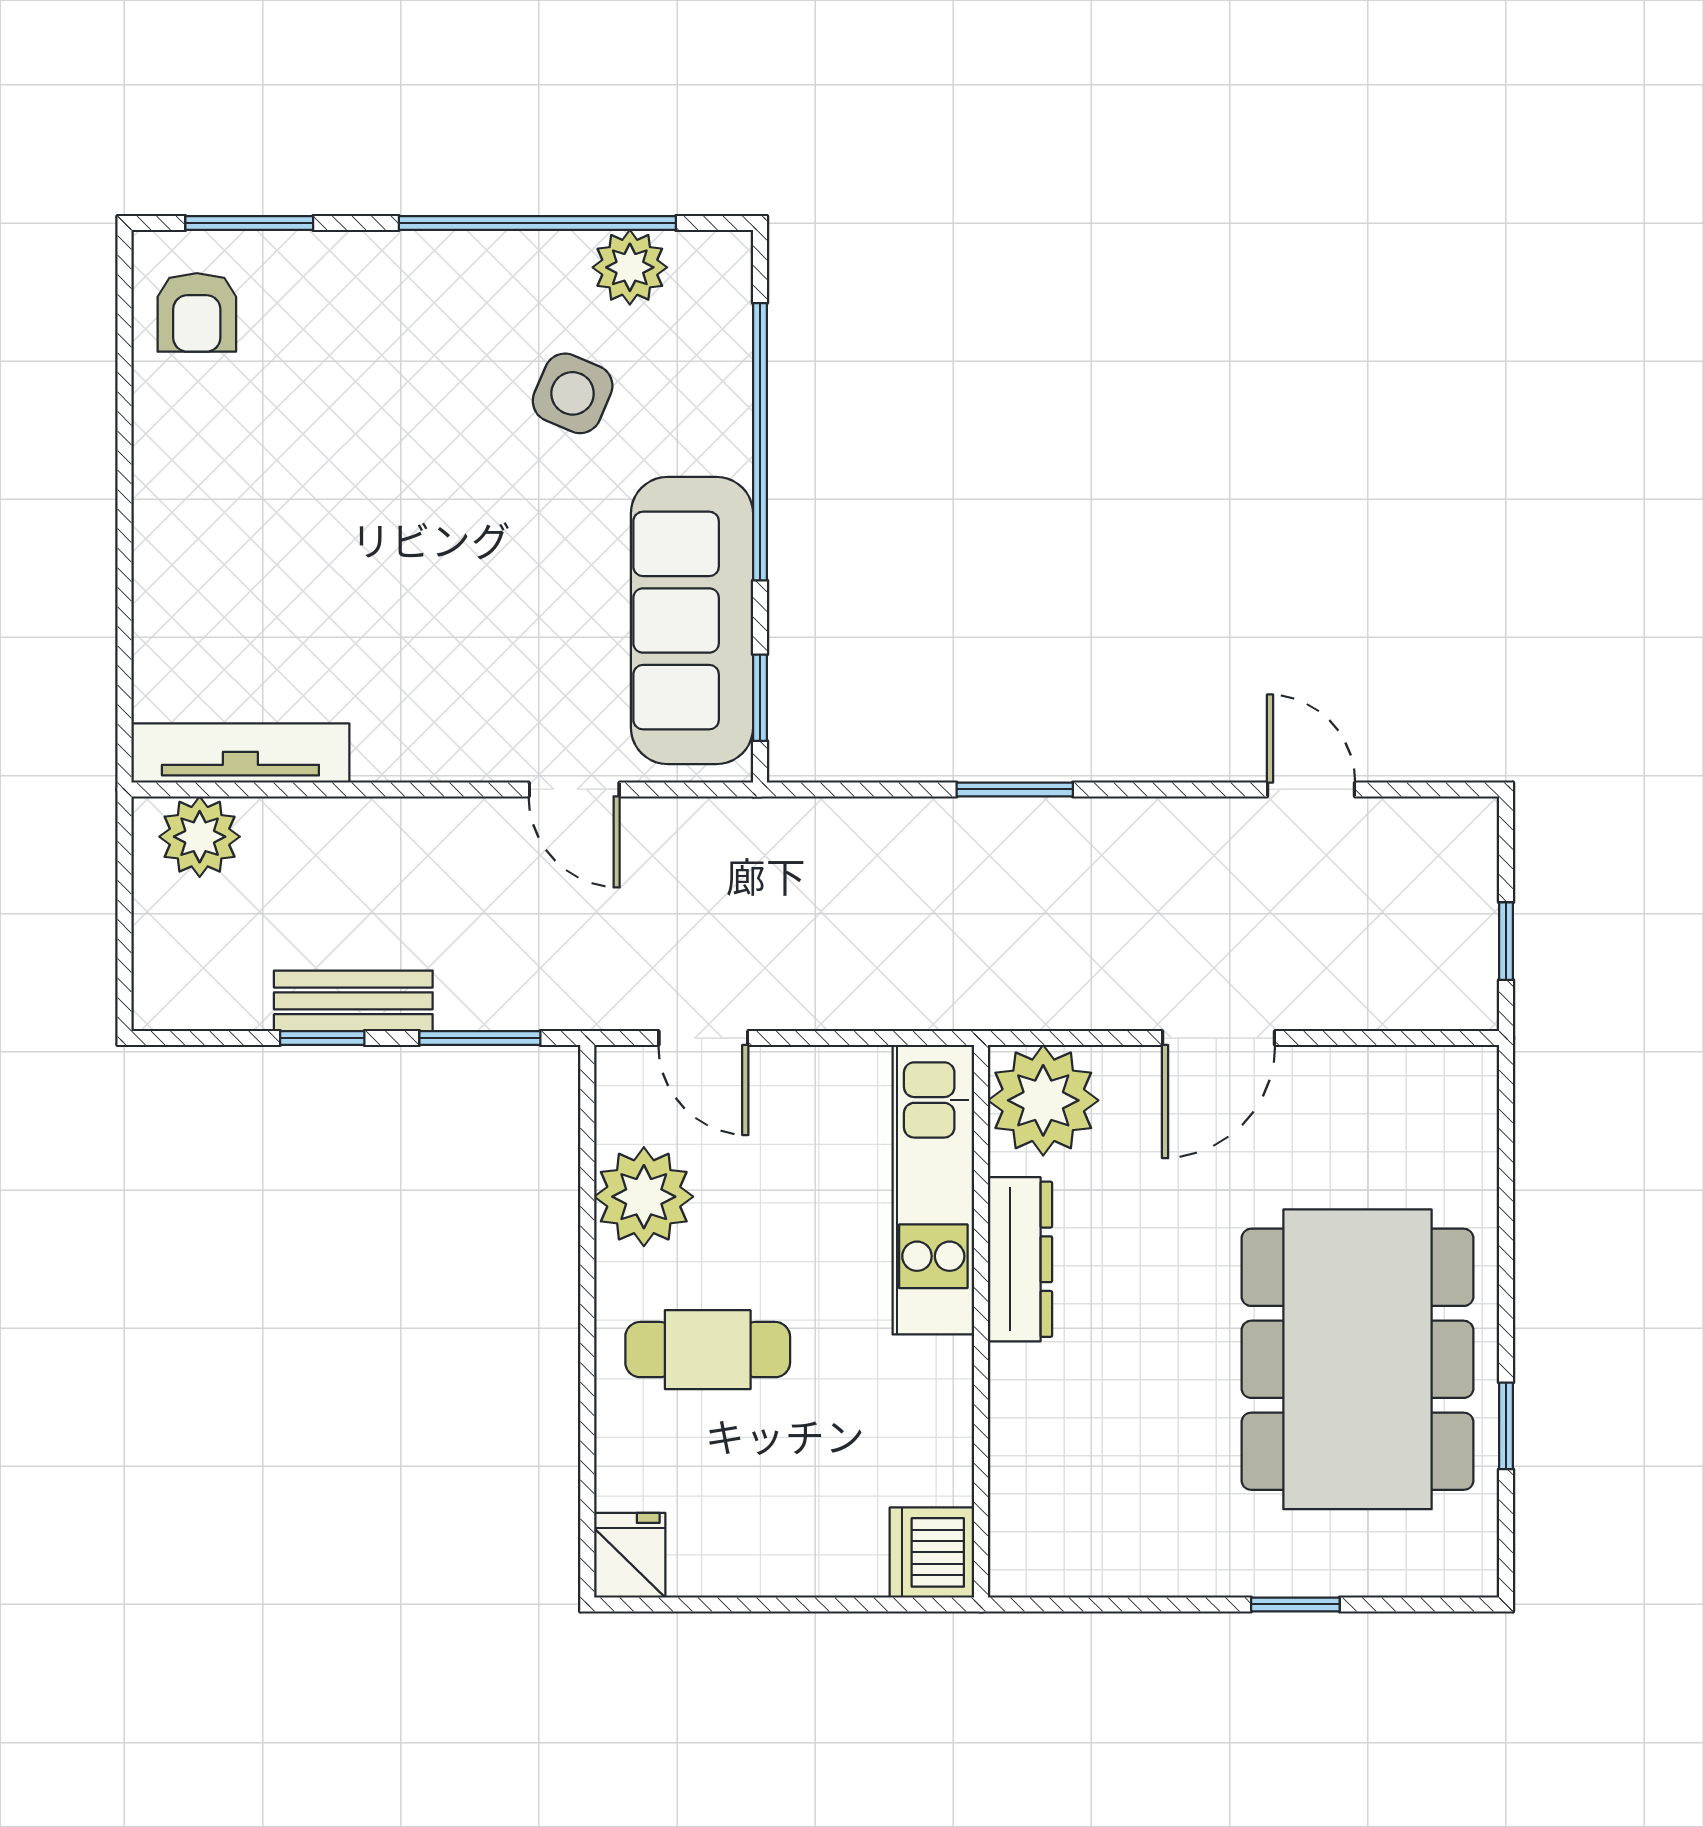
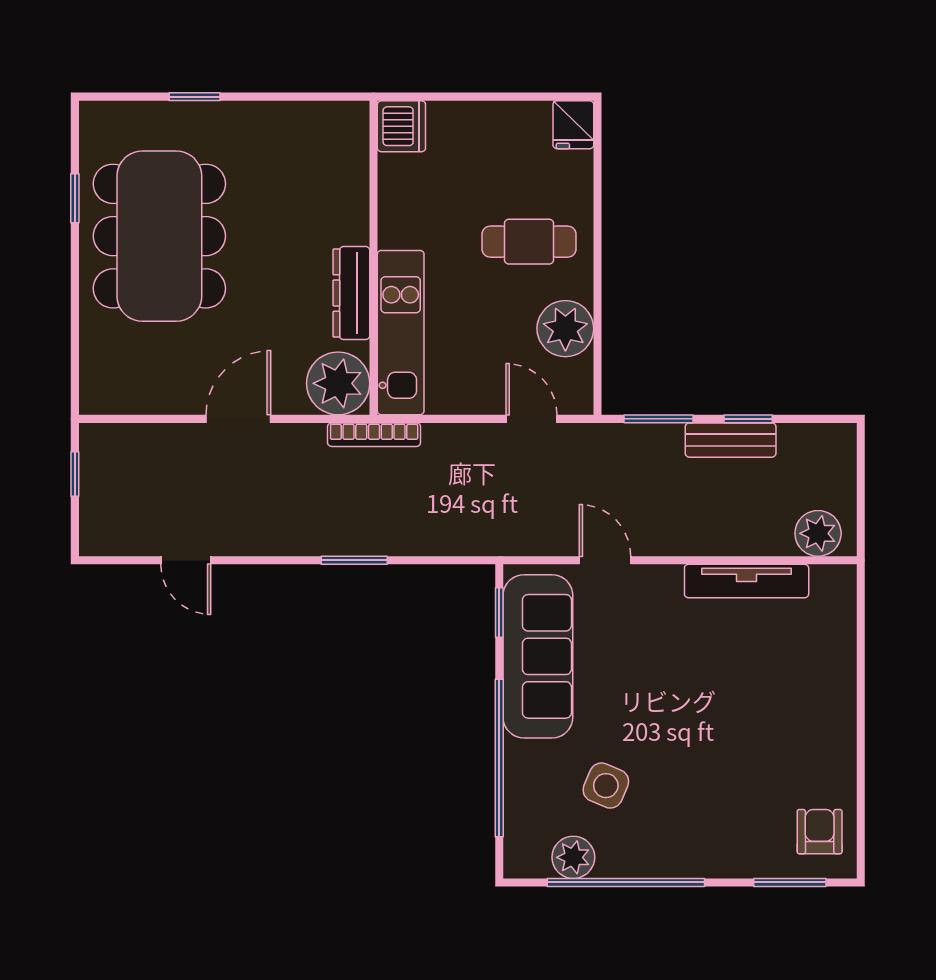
tv unit: (240, 753) -> (747, 581), moved
bookcase: (980, 1010) -> (374, 435), added

